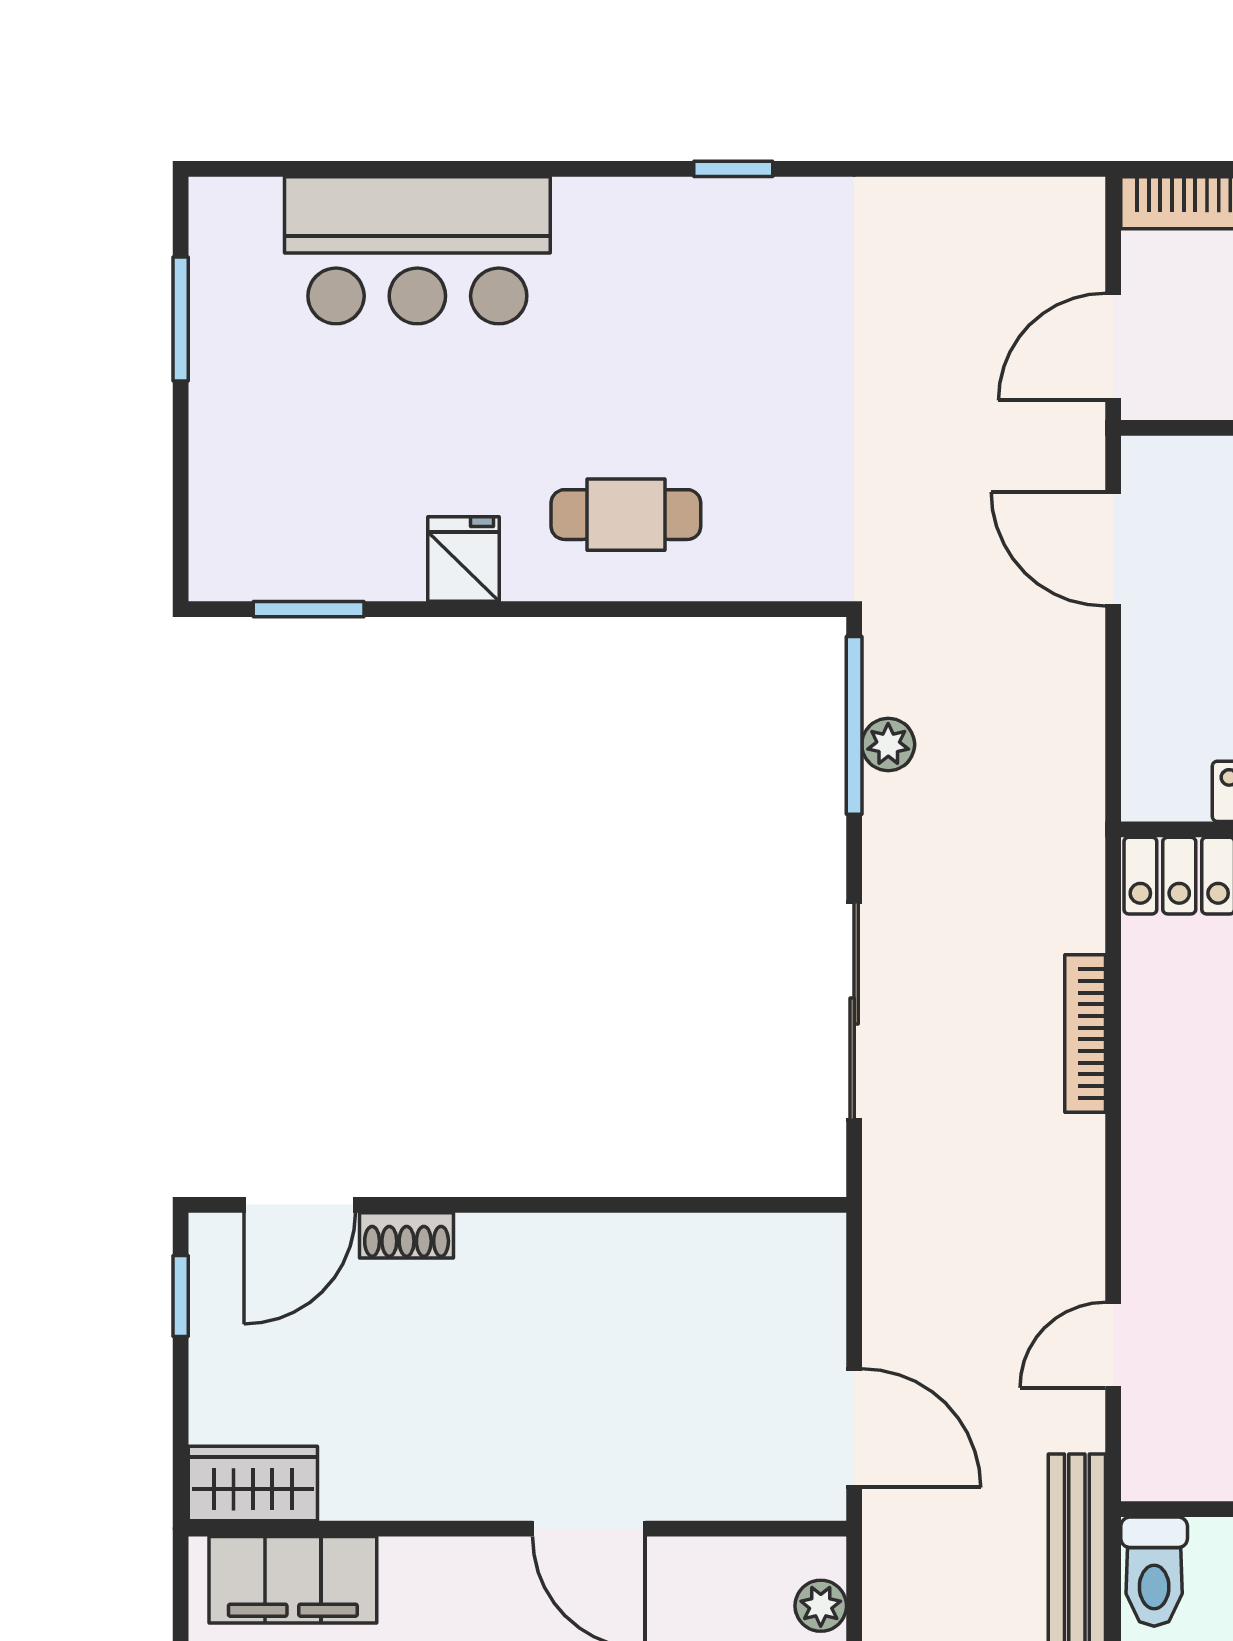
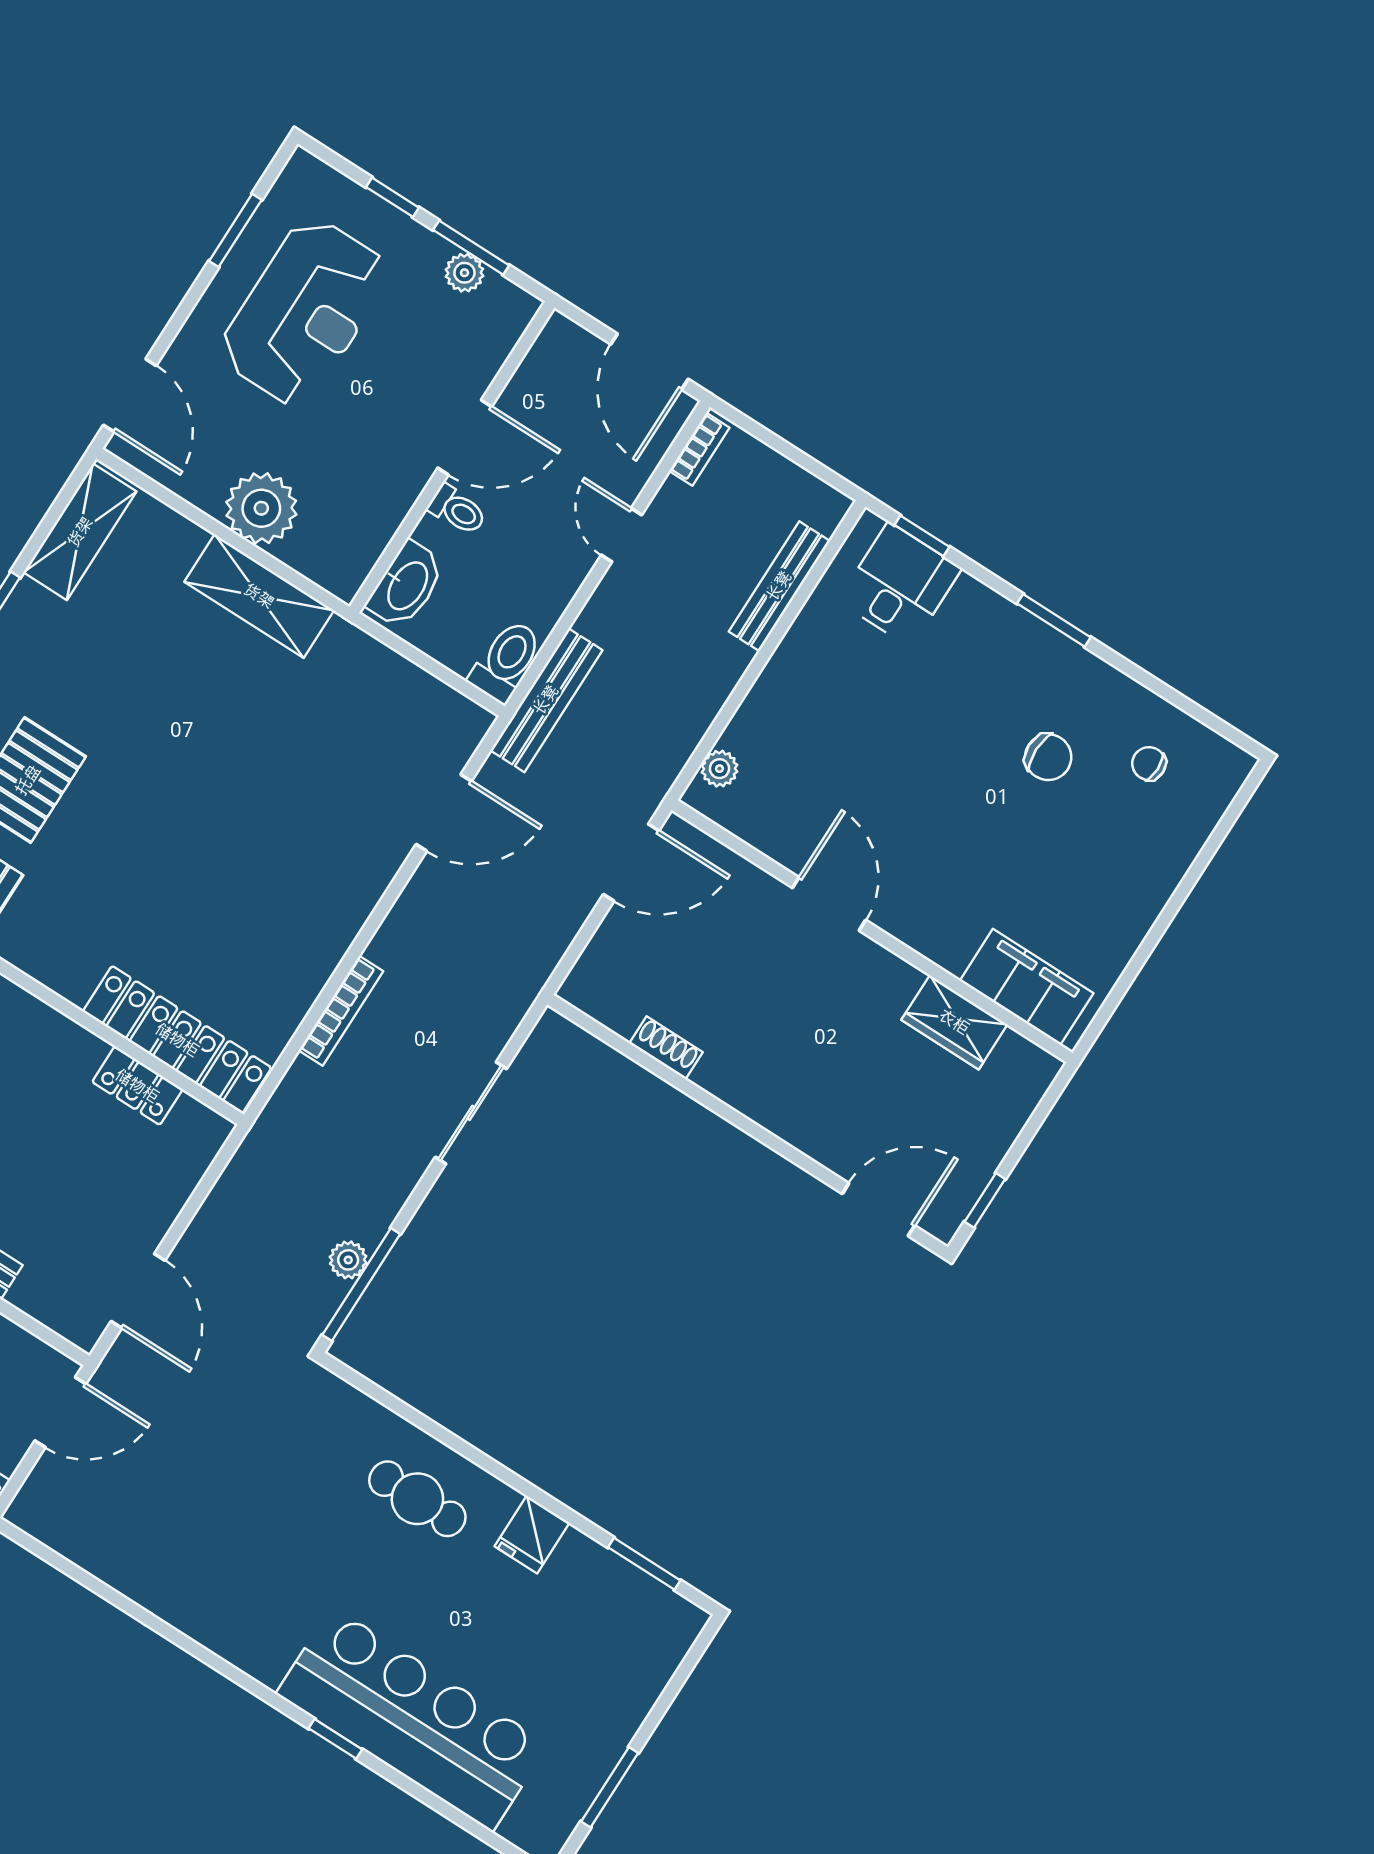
window: (733, 169) -> (335, 1739), moved
bar counter: (417, 250) -> (412, 1719), width x1.36
sliding door: (854, 1011) -> (471, 1113), width x0.73
shoe rack: (407, 1235) -> (666, 1048), moved
door: (1113, 1345) -> (444, 813), width x1.38
door: (854, 1428) -> (631, 863), swing flipped
wardrobe: (253, 1483) -> (954, 1022), moved

